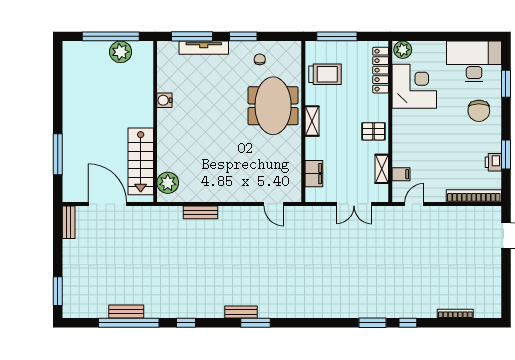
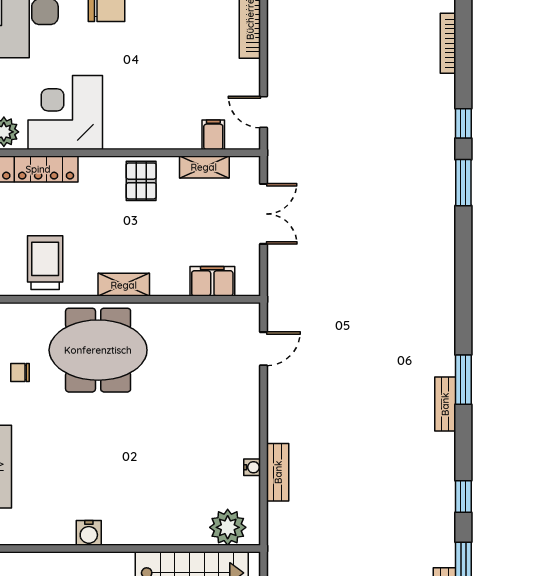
water cooler: (203, 197) -> (252, 467), added

